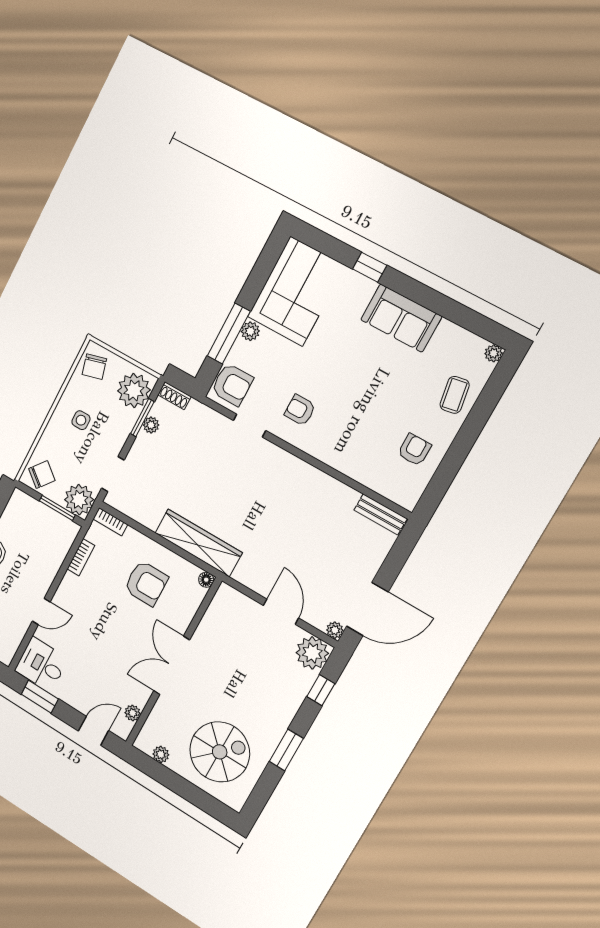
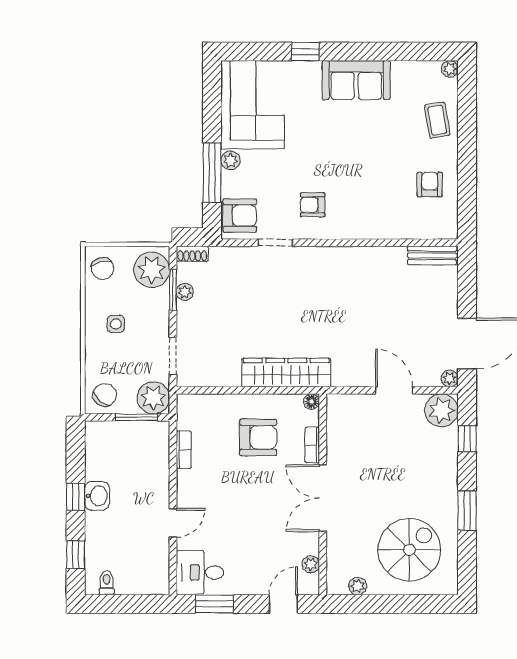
bookcase: (110, 522) -> (312, 445), moved, turned 90

